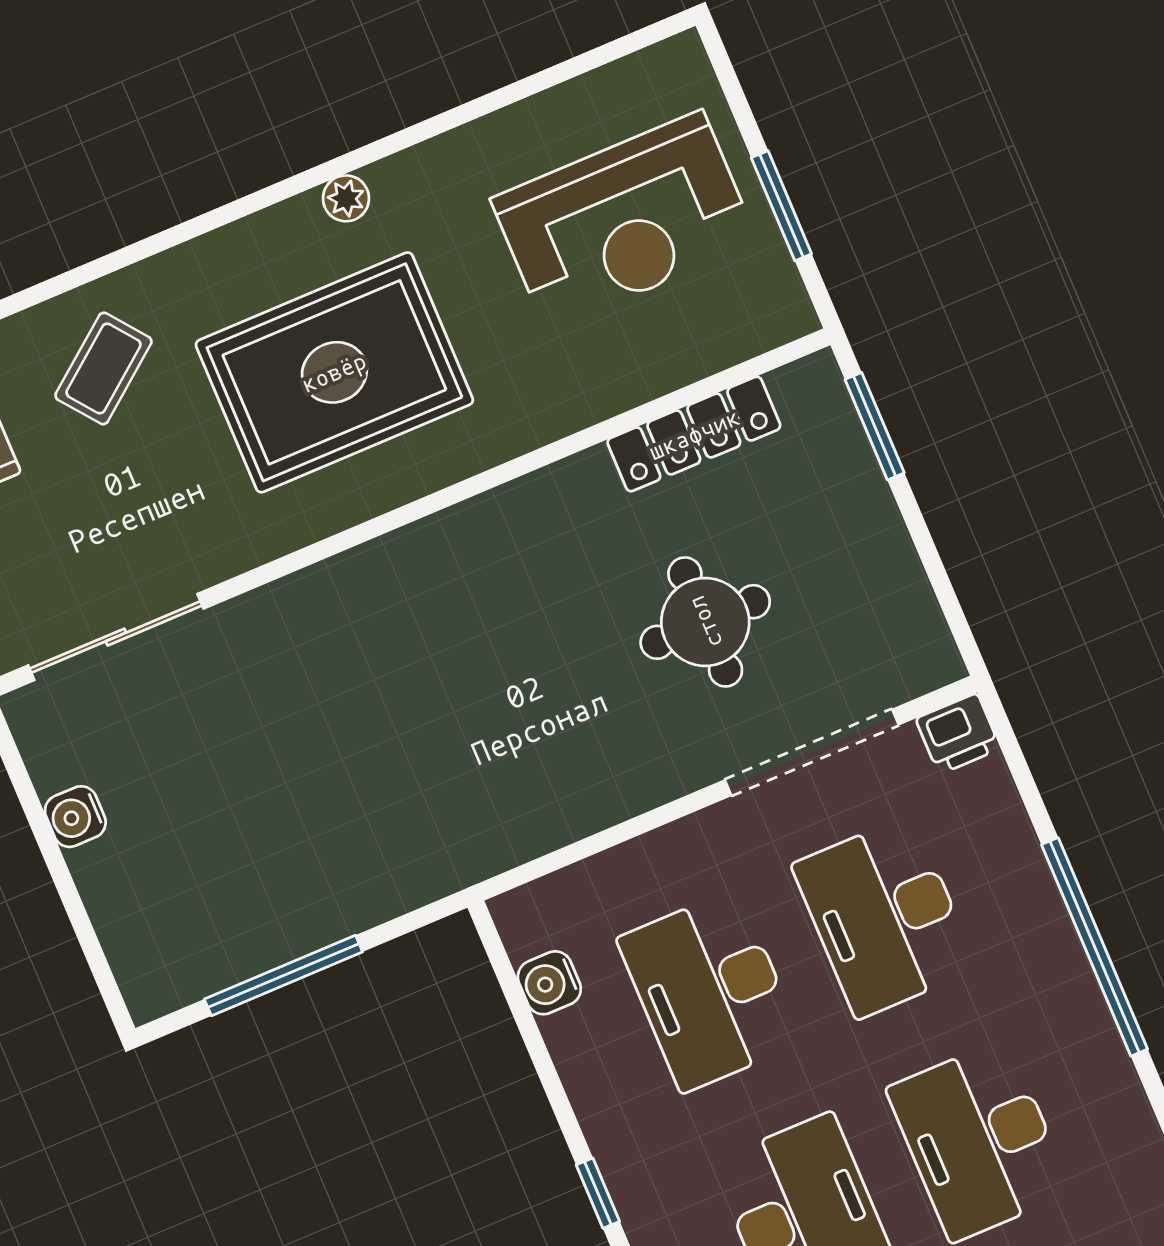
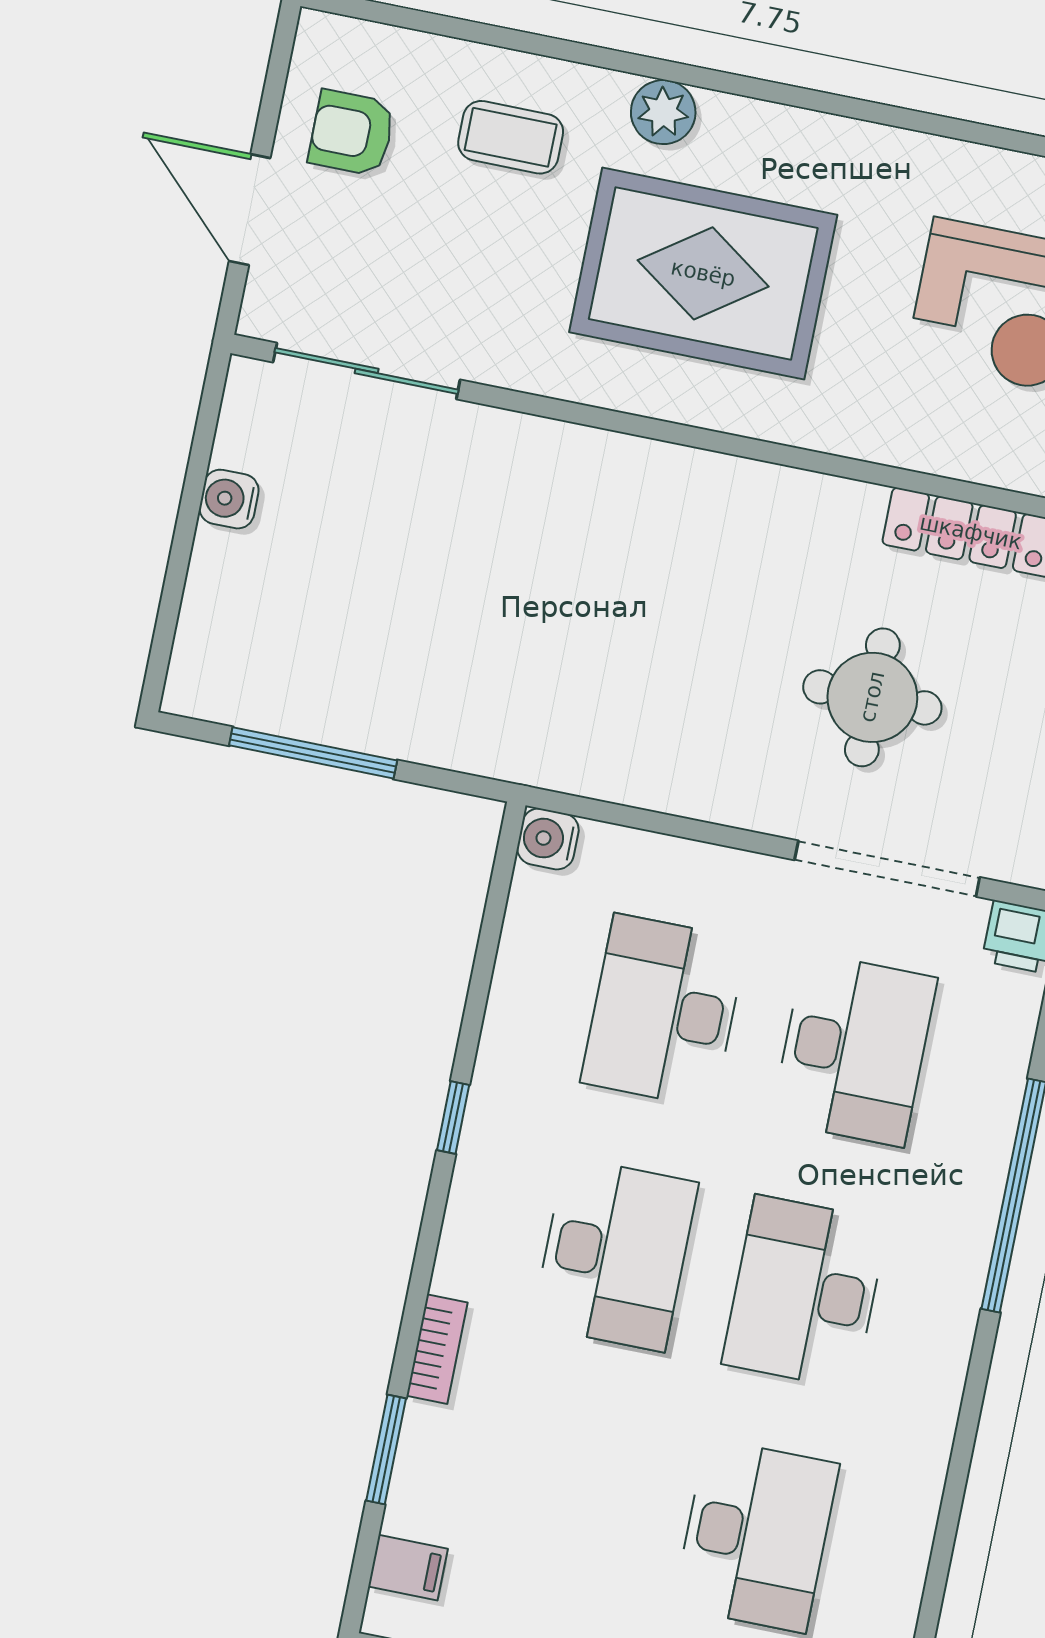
plant: (346, 198) -> (663, 112), moved, width x1.38, depth x1.38
coffee table: (103, 368) -> (511, 137), turned 38
desk: (885, 917) -> (854, 1049), turned 180
water cooler: (549, 983) -> (548, 839), moved

